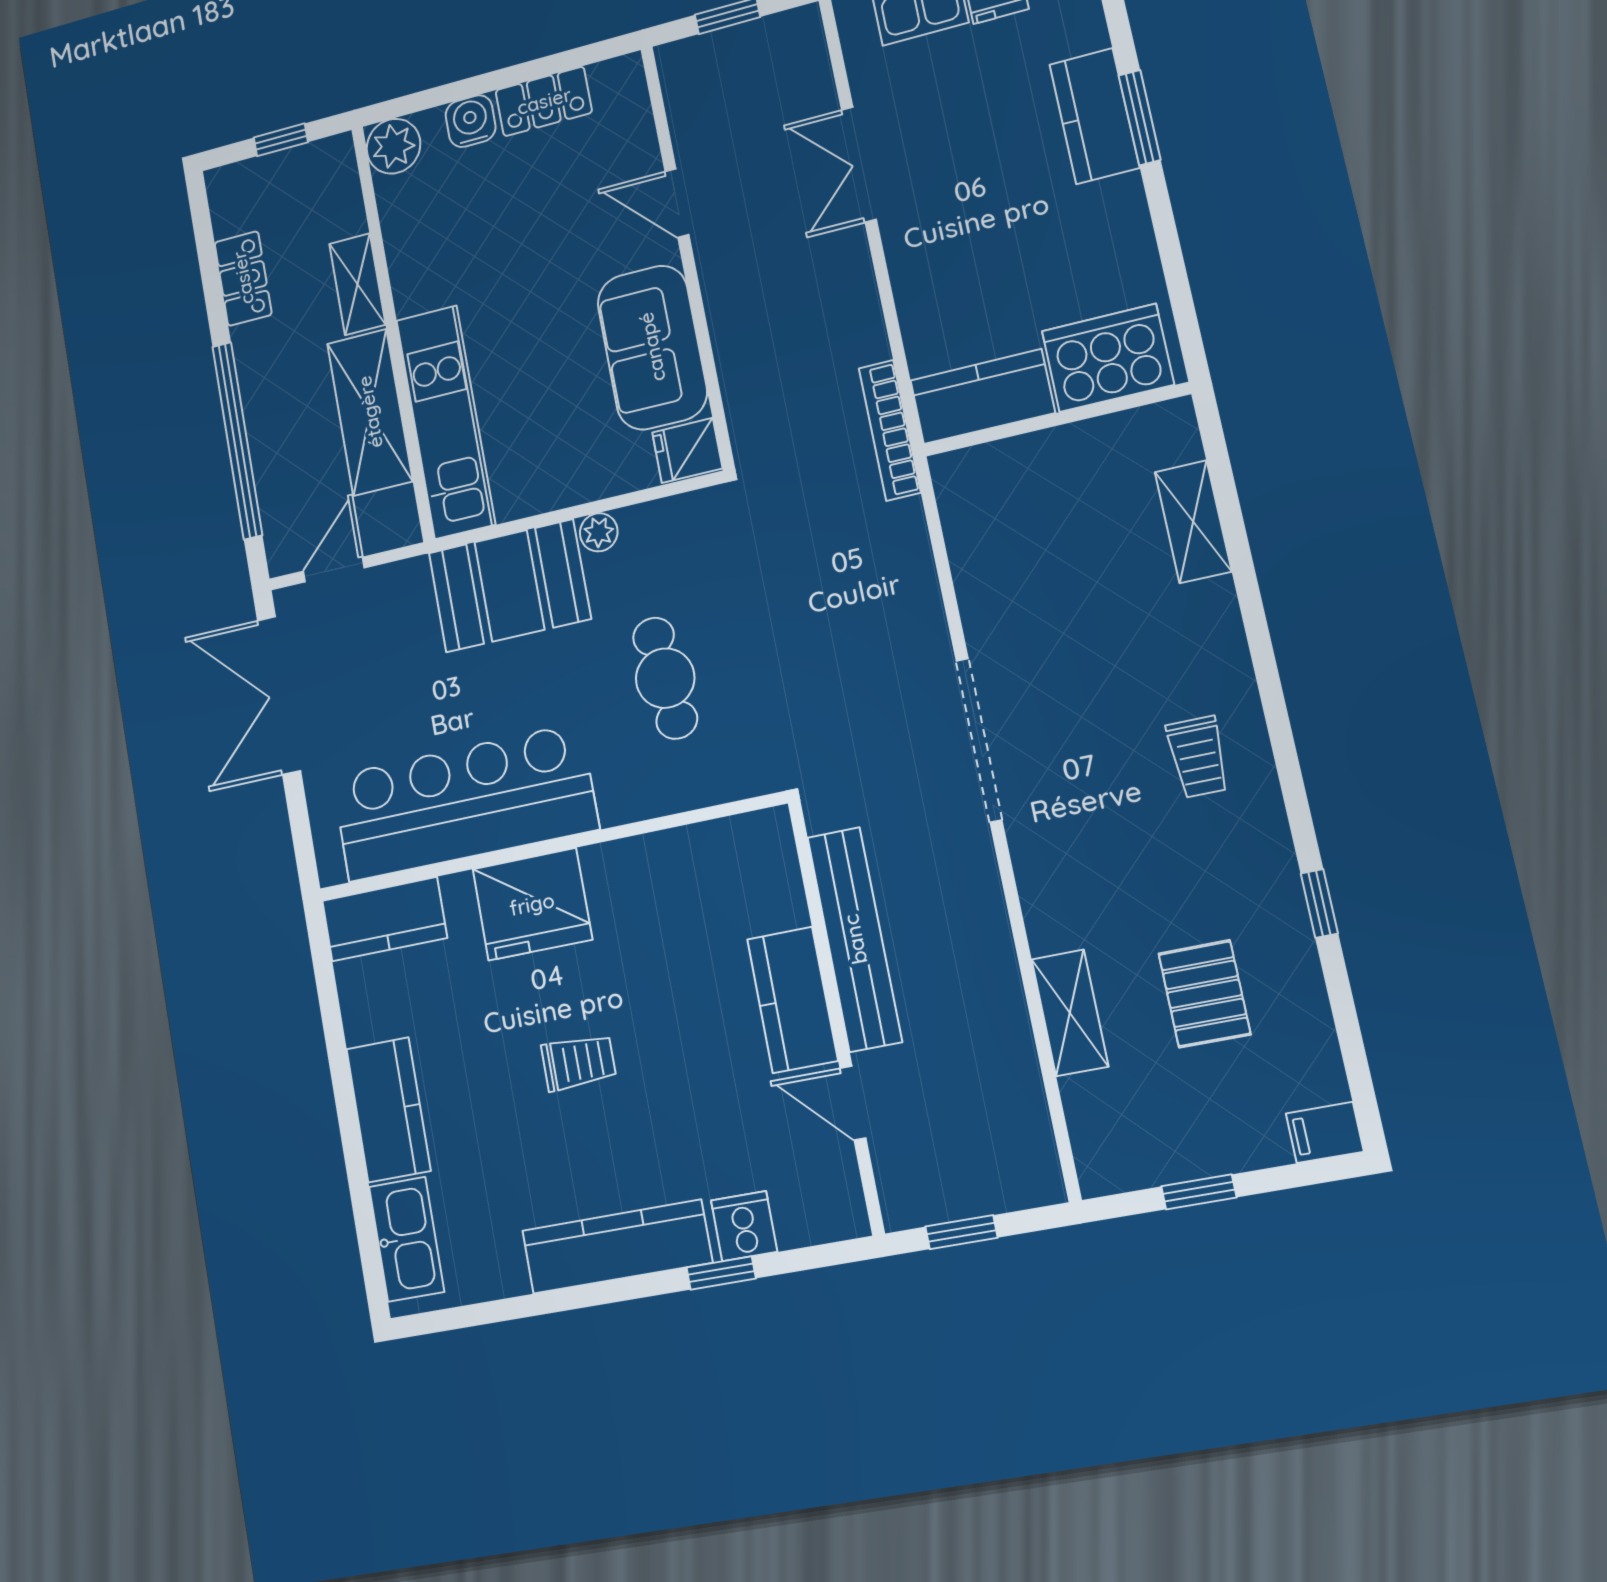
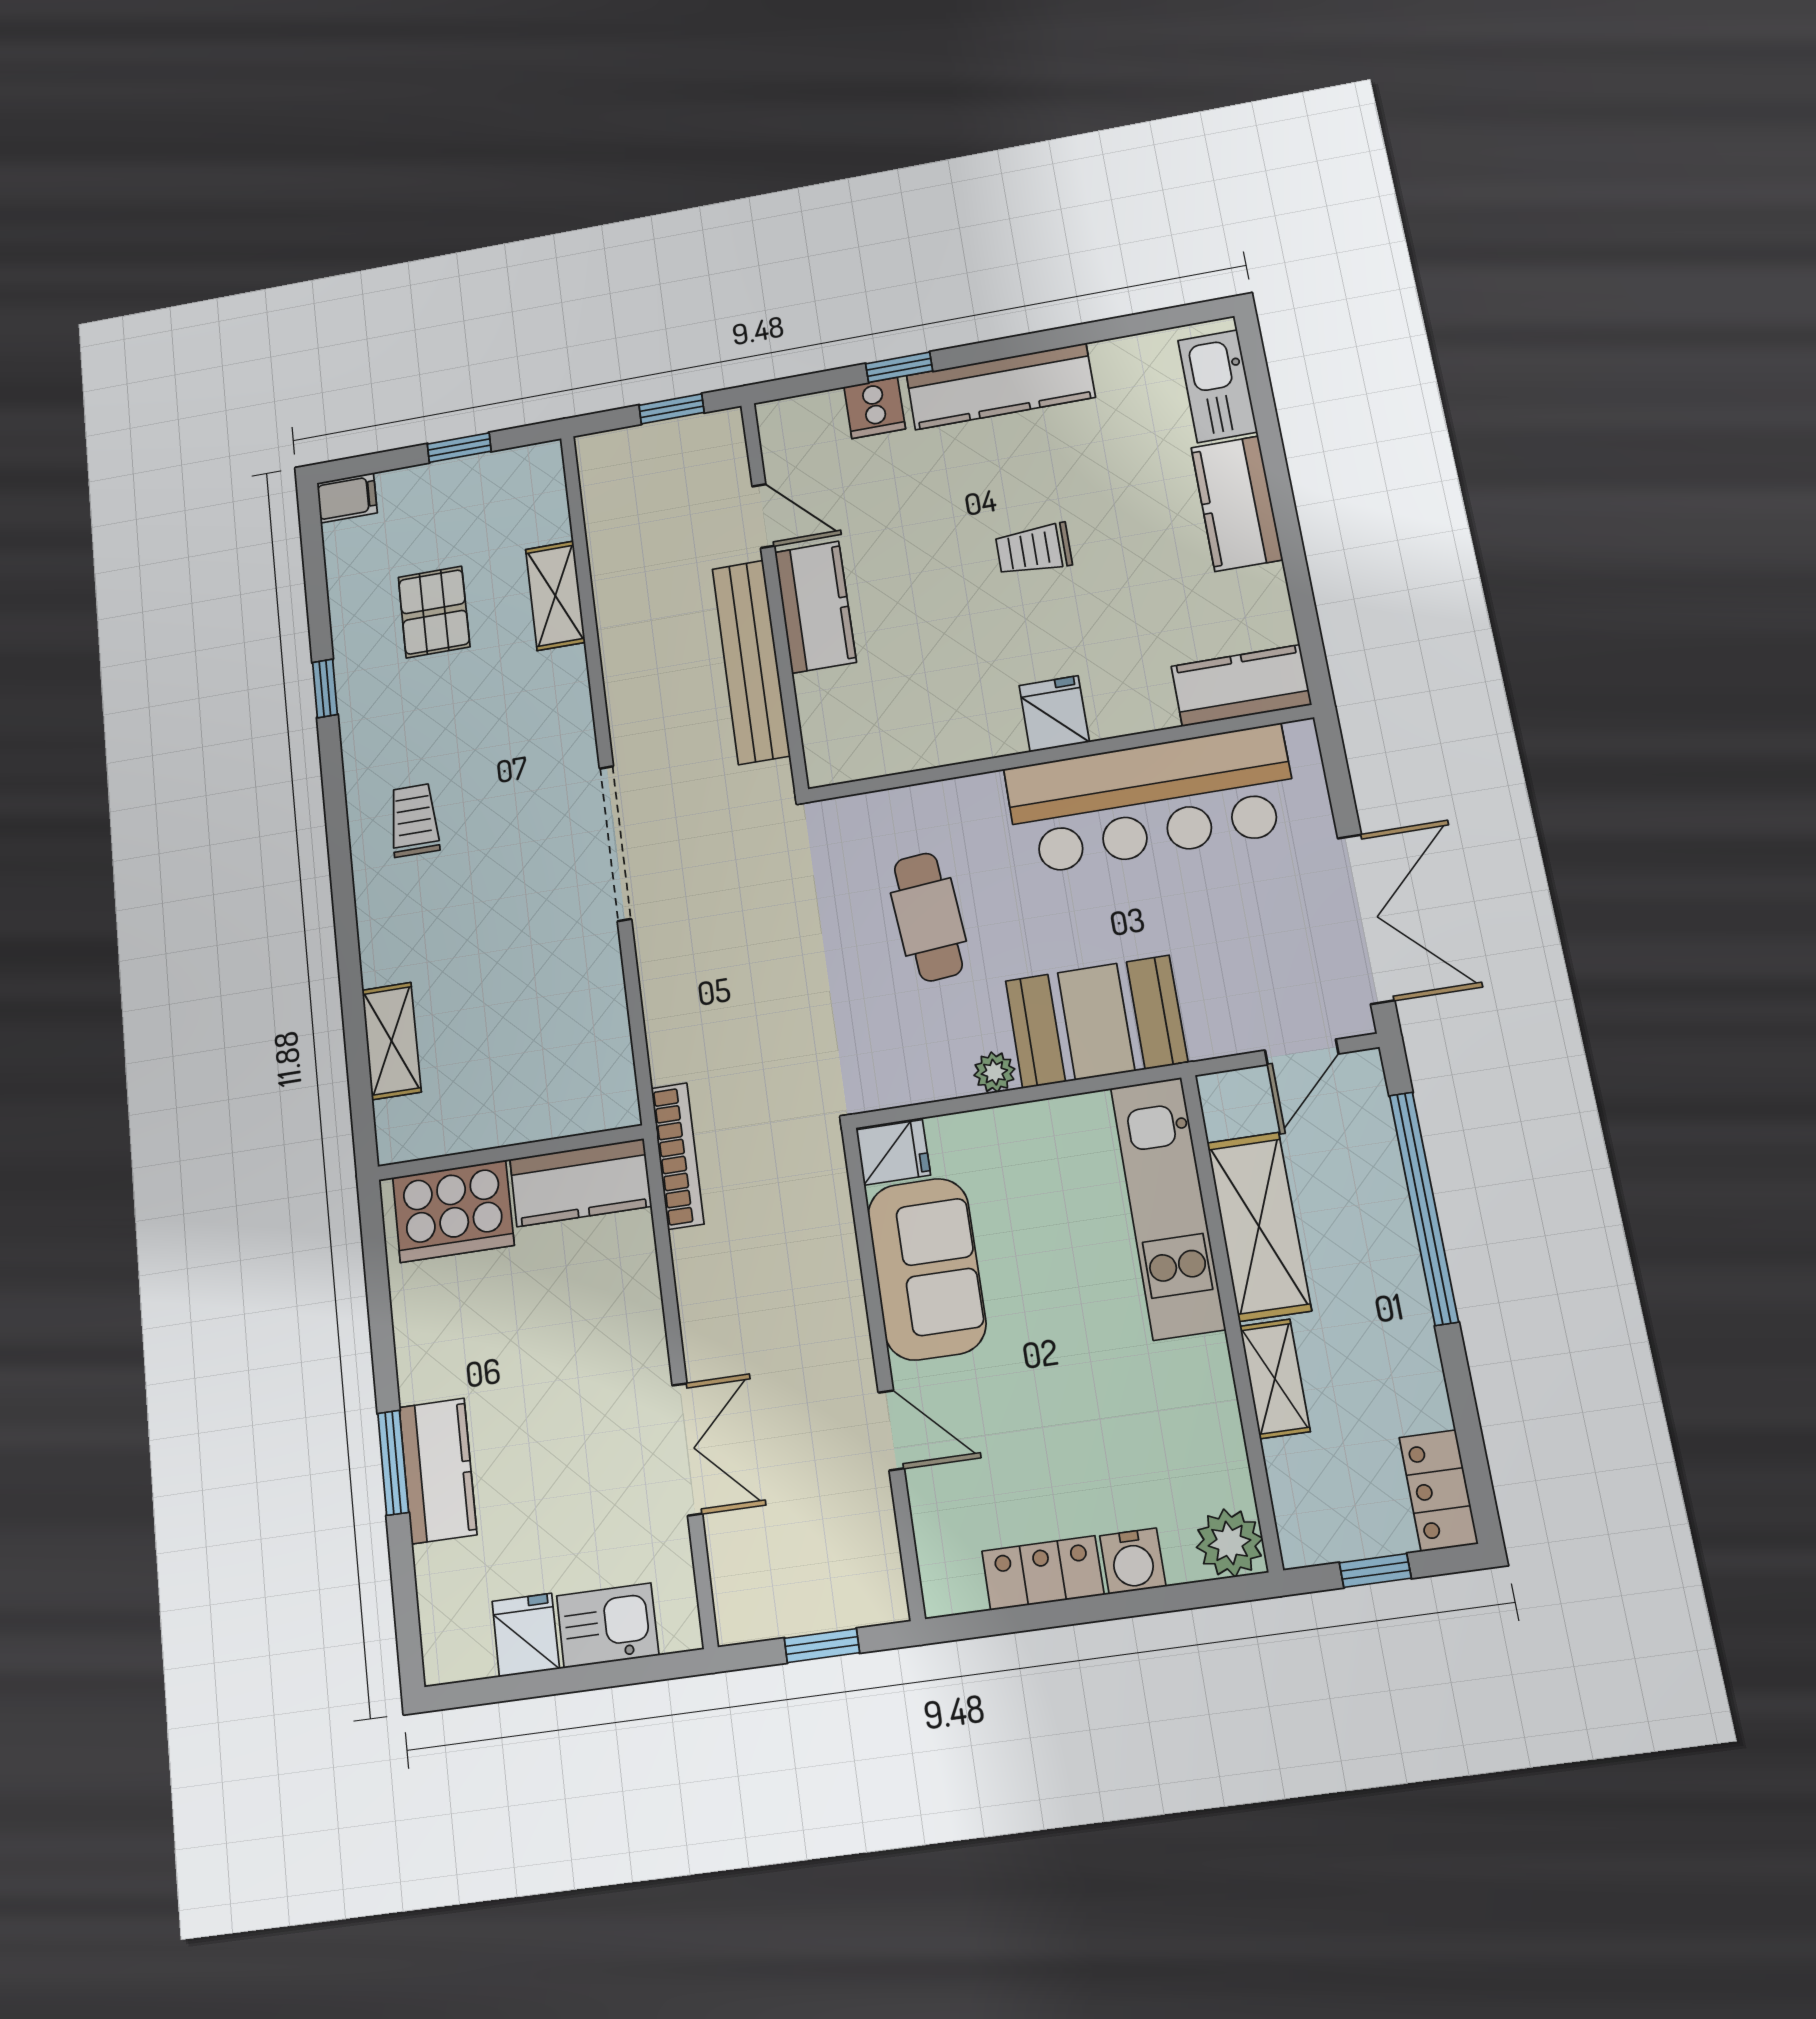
locker: (243, 278) -> (1439, 1490), moved
fridge: (532, 904) -> (1054, 714), width x0.53, depth x0.75

